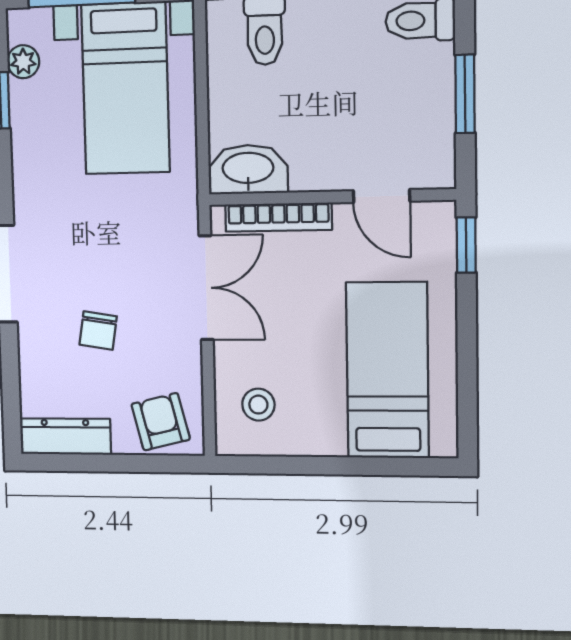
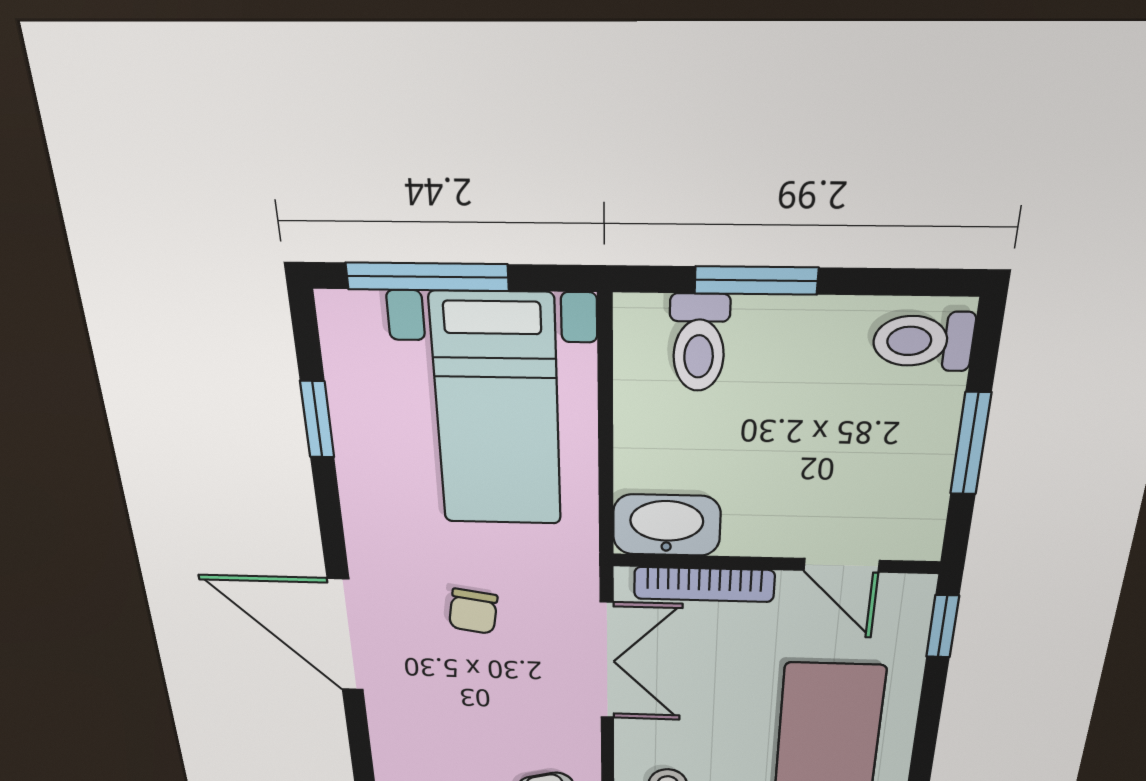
plant: (23, 62) -> (346, 368), removed
chair: (98, 331) -> (473, 611), moved

